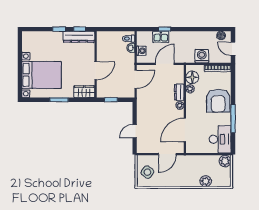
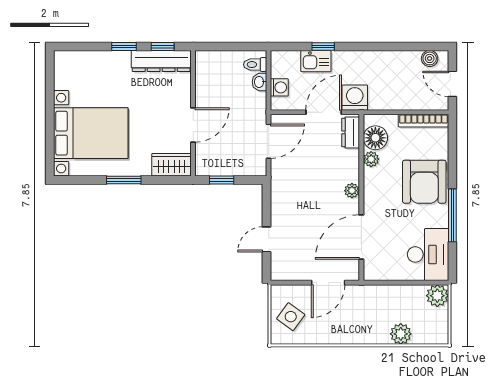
washing machine: (202, 56) -> (355, 98), moved
dresser: (179, 92) -> (351, 132), moved

